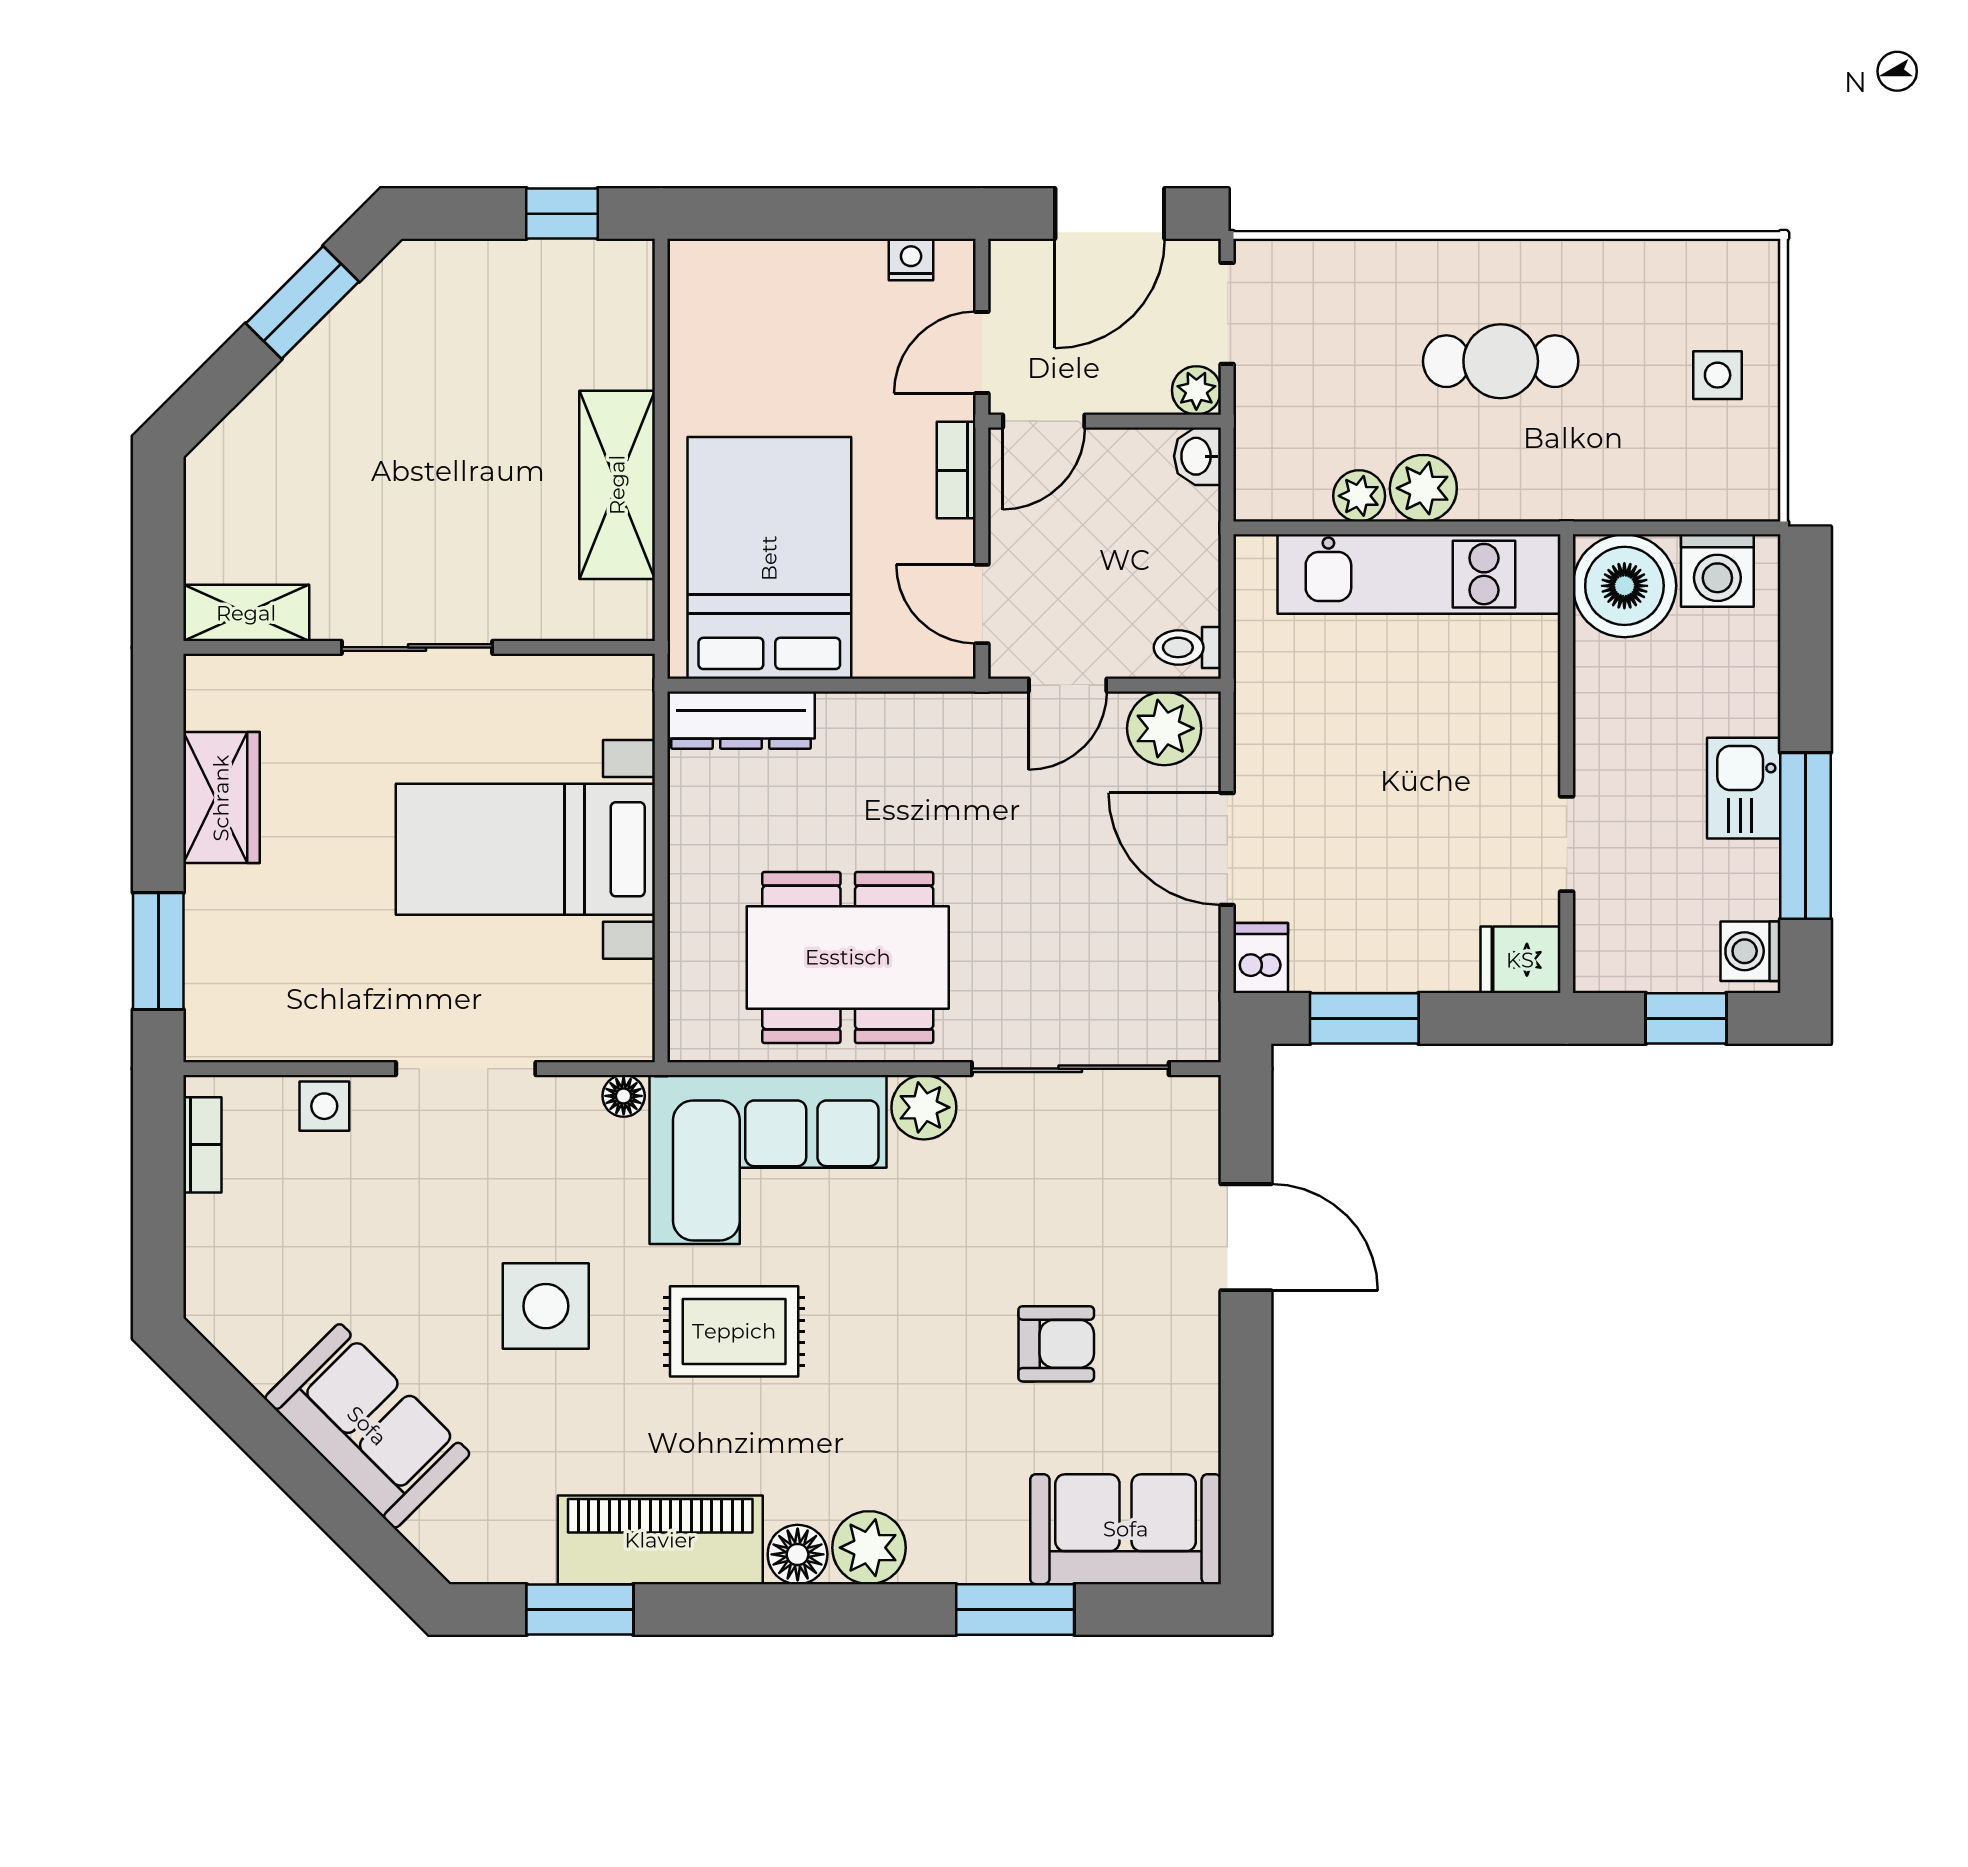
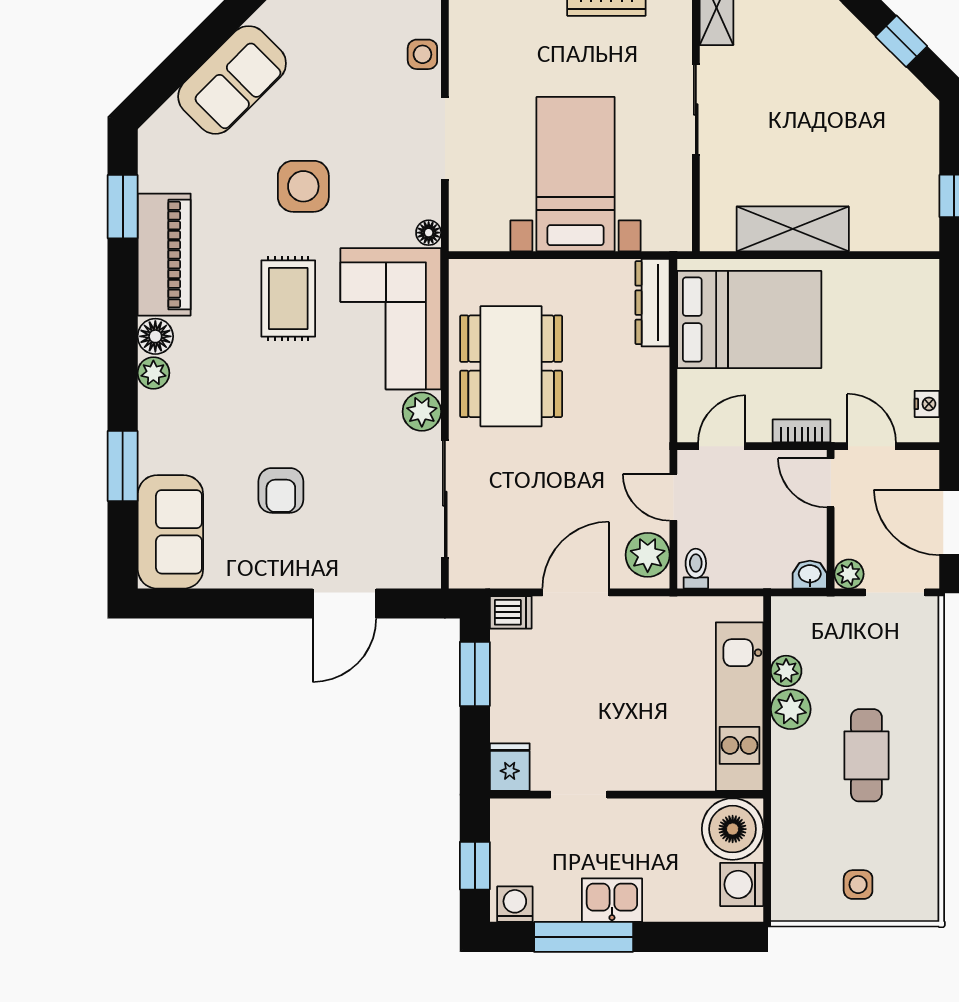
window: (302, 302) -> (901, 41), width x0.67
plant: (869, 1548) -> (153, 373), width x0.73, depth x0.73

